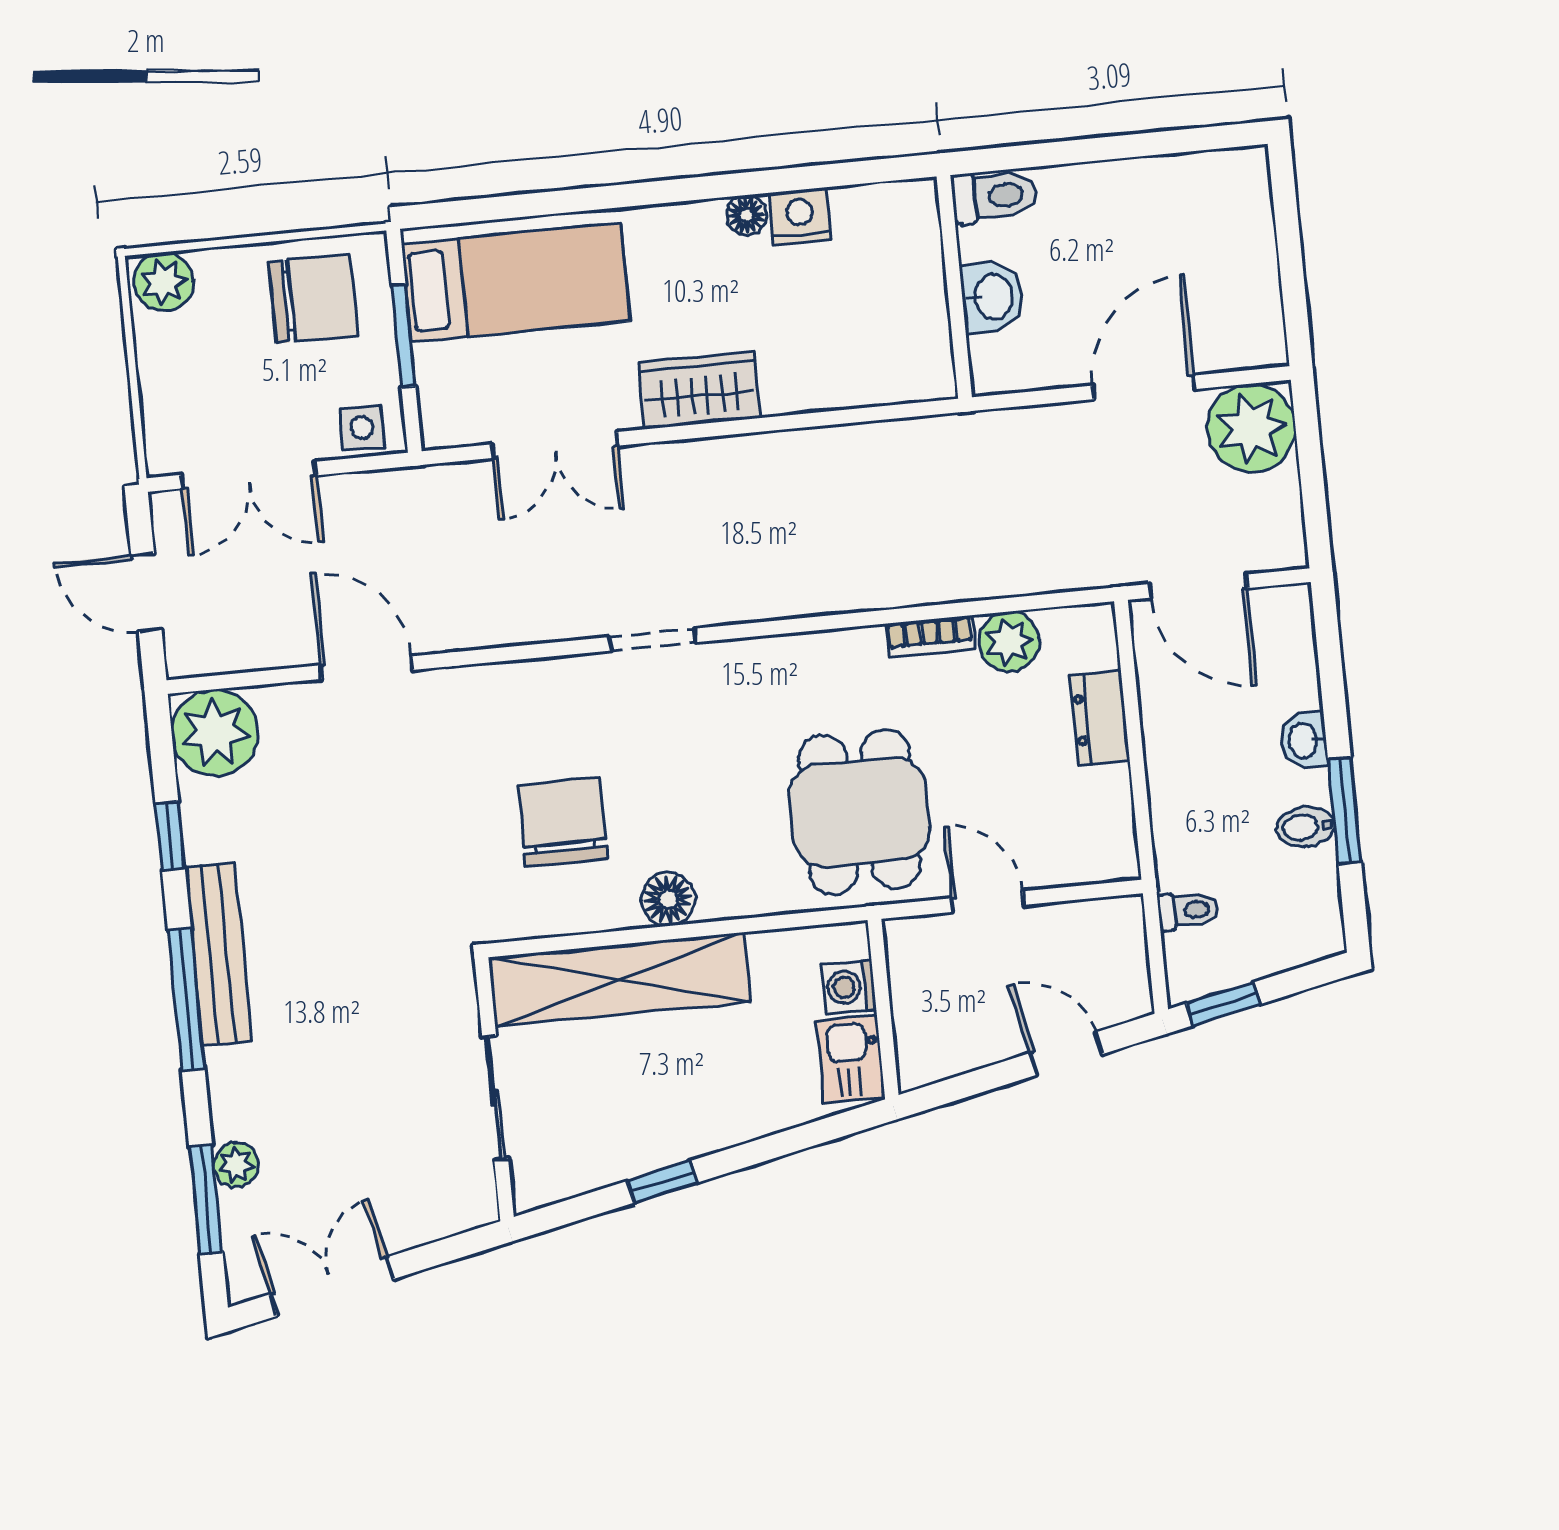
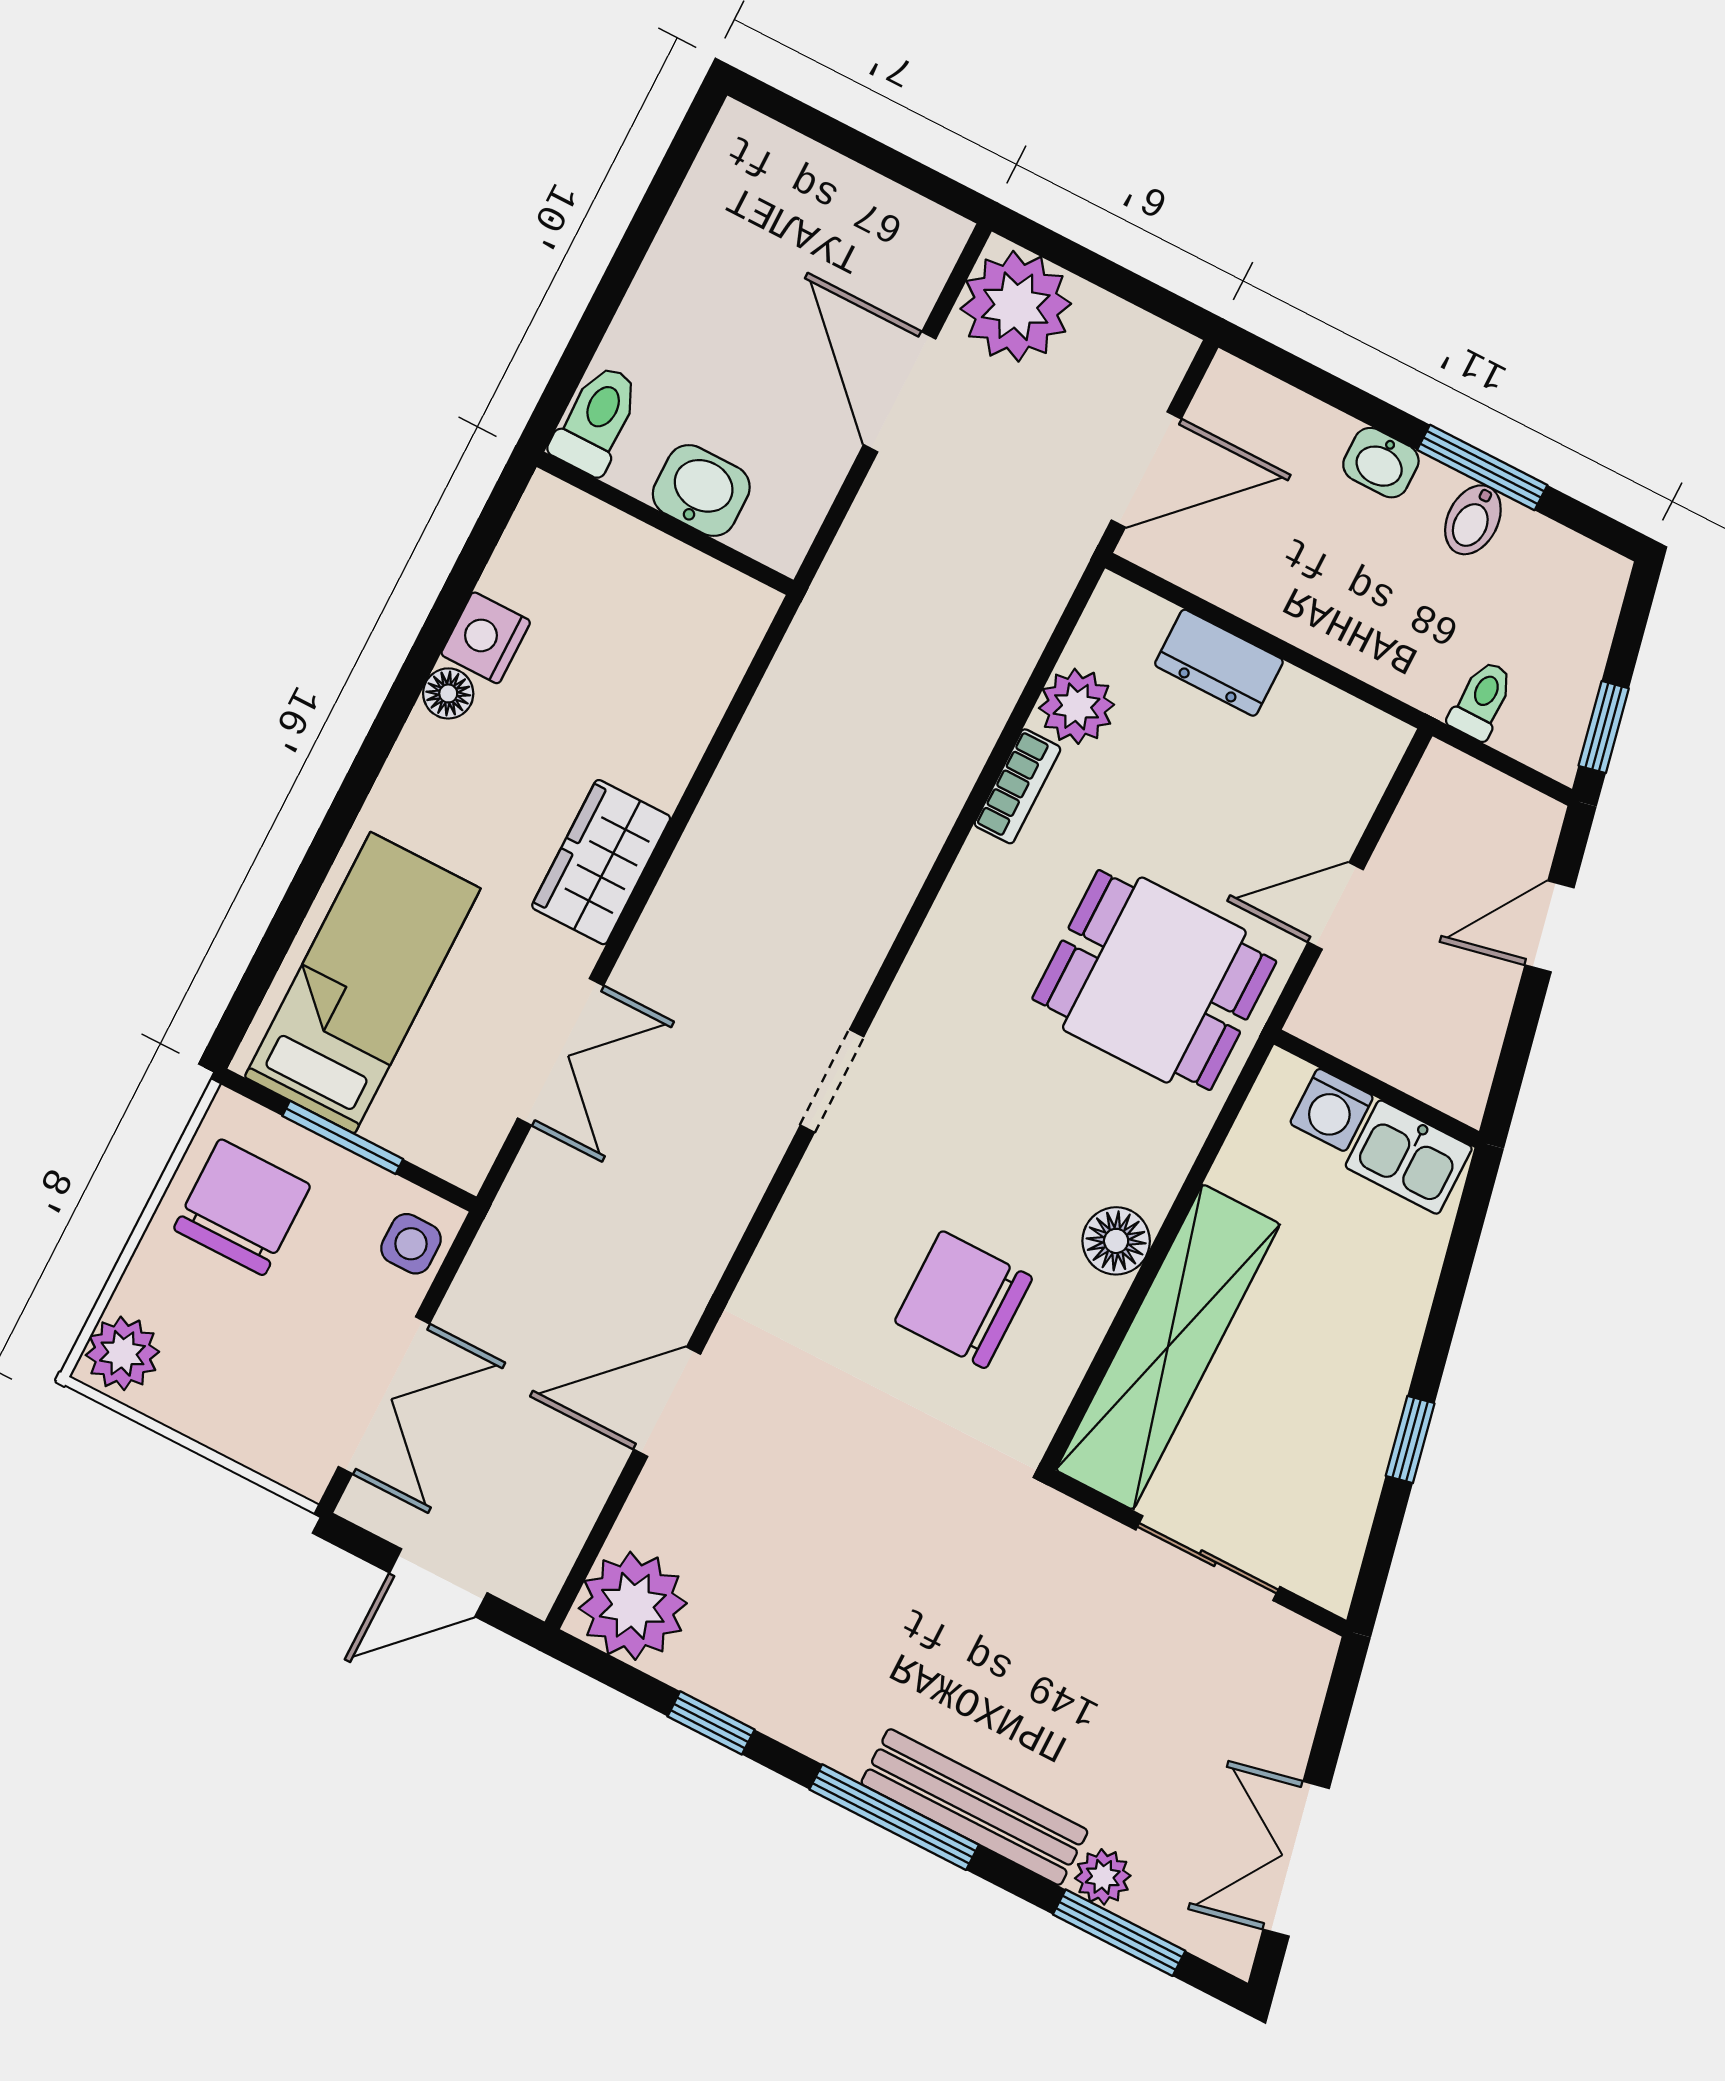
bench: (218, 954) -> (974, 1807), moved

